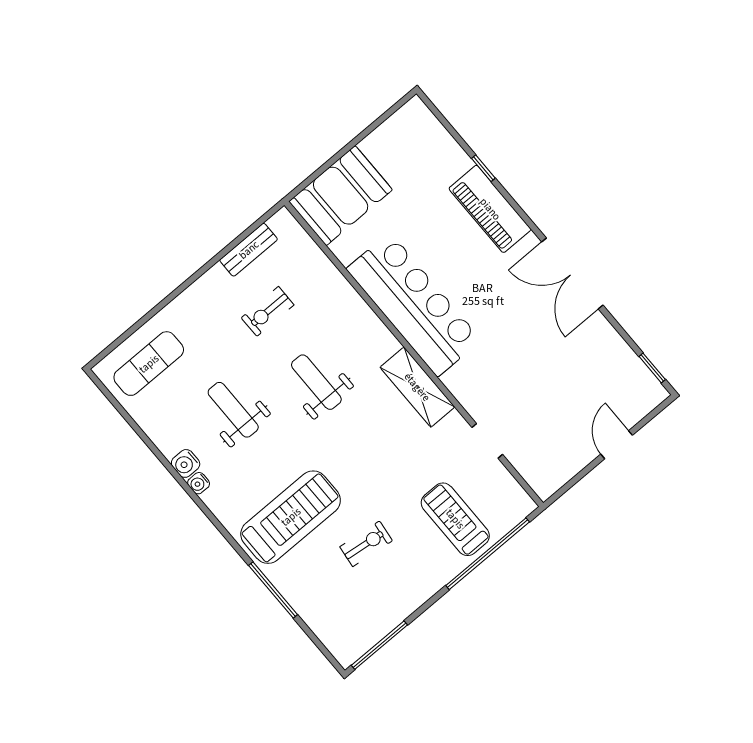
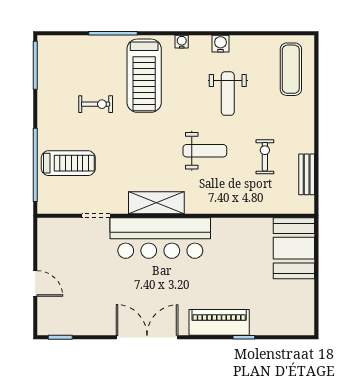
bar counter: (414, 305) -> (160, 238), moved
weight bench: (233, 410) -> (228, 94), turned 90
water cooler: (199, 483) -> (182, 42), moved
exercise bike: (366, 544) -> (96, 104), turned -97

